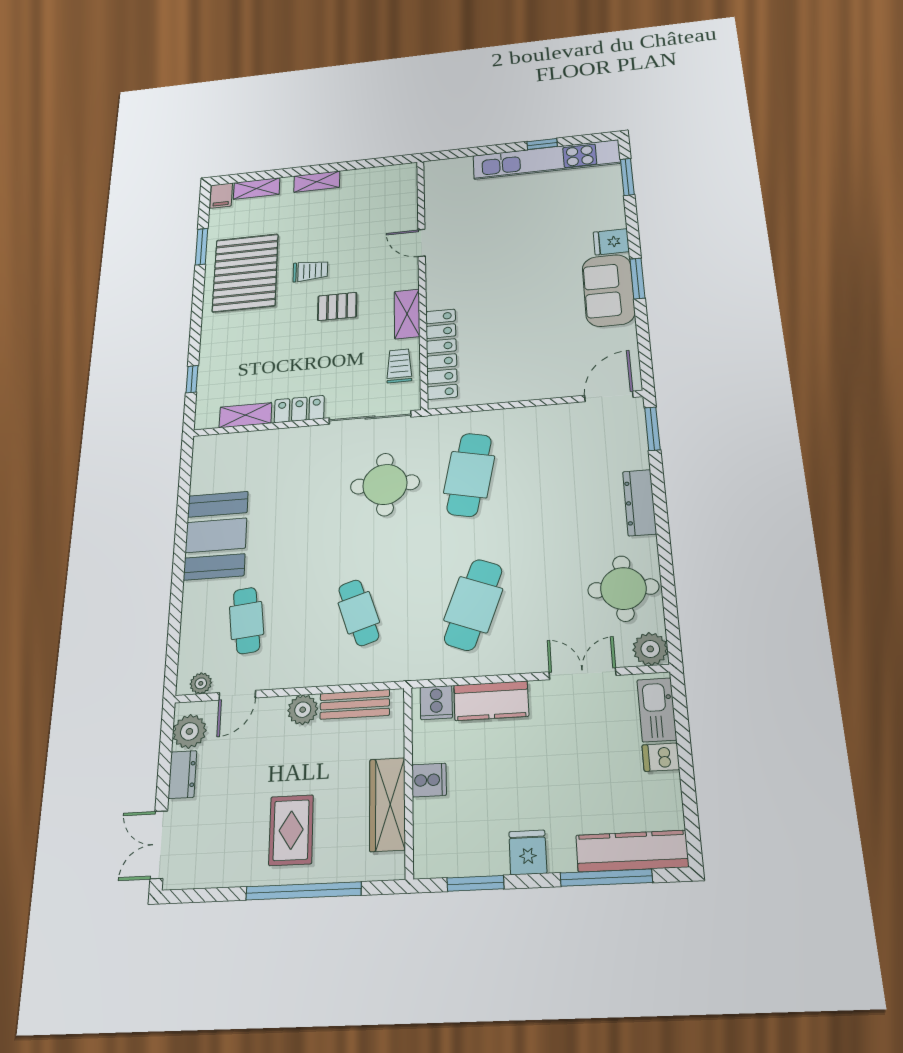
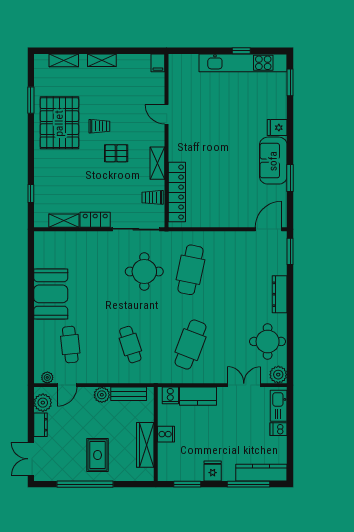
filing cabinet: (221, 196) -> (158, 63), moved
window: (637, 278) -> (290, 178), moved
trolley: (399, 366) -> (153, 197), turned -90
window: (303, 891) -> (85, 484), moved

